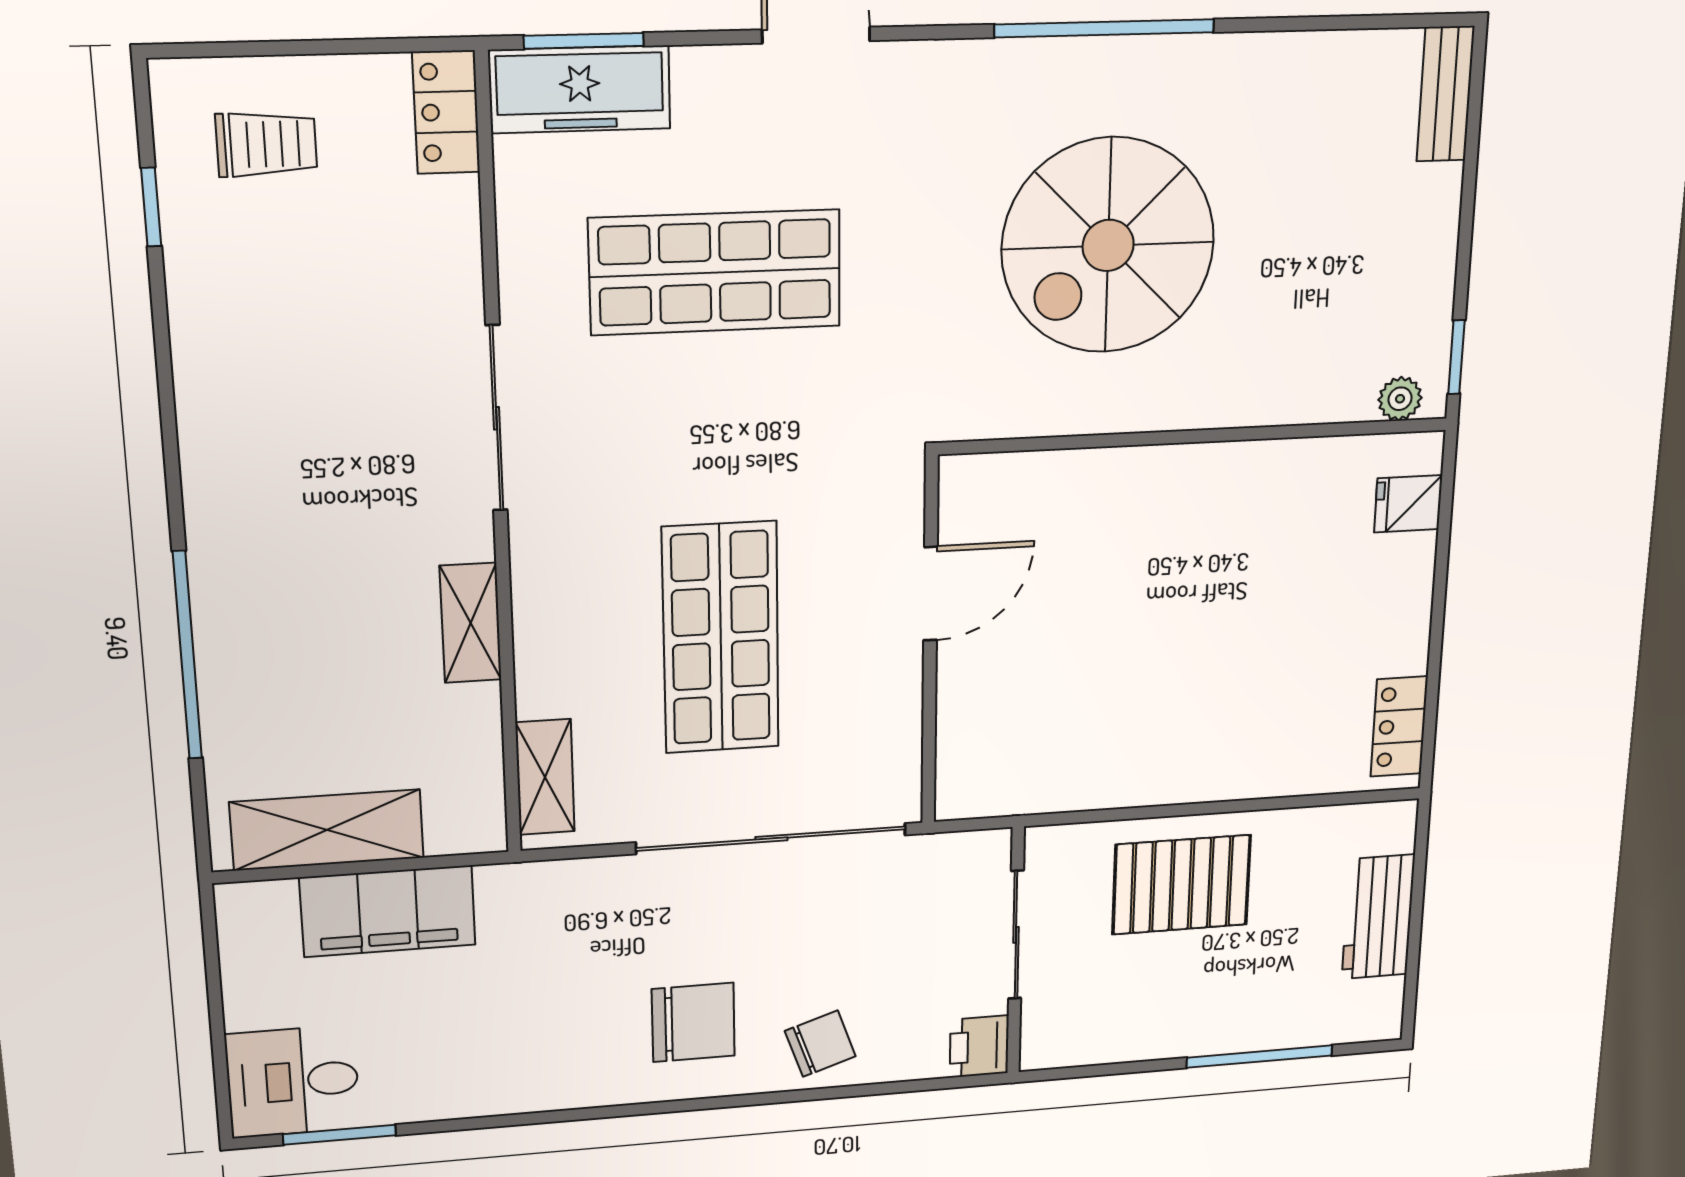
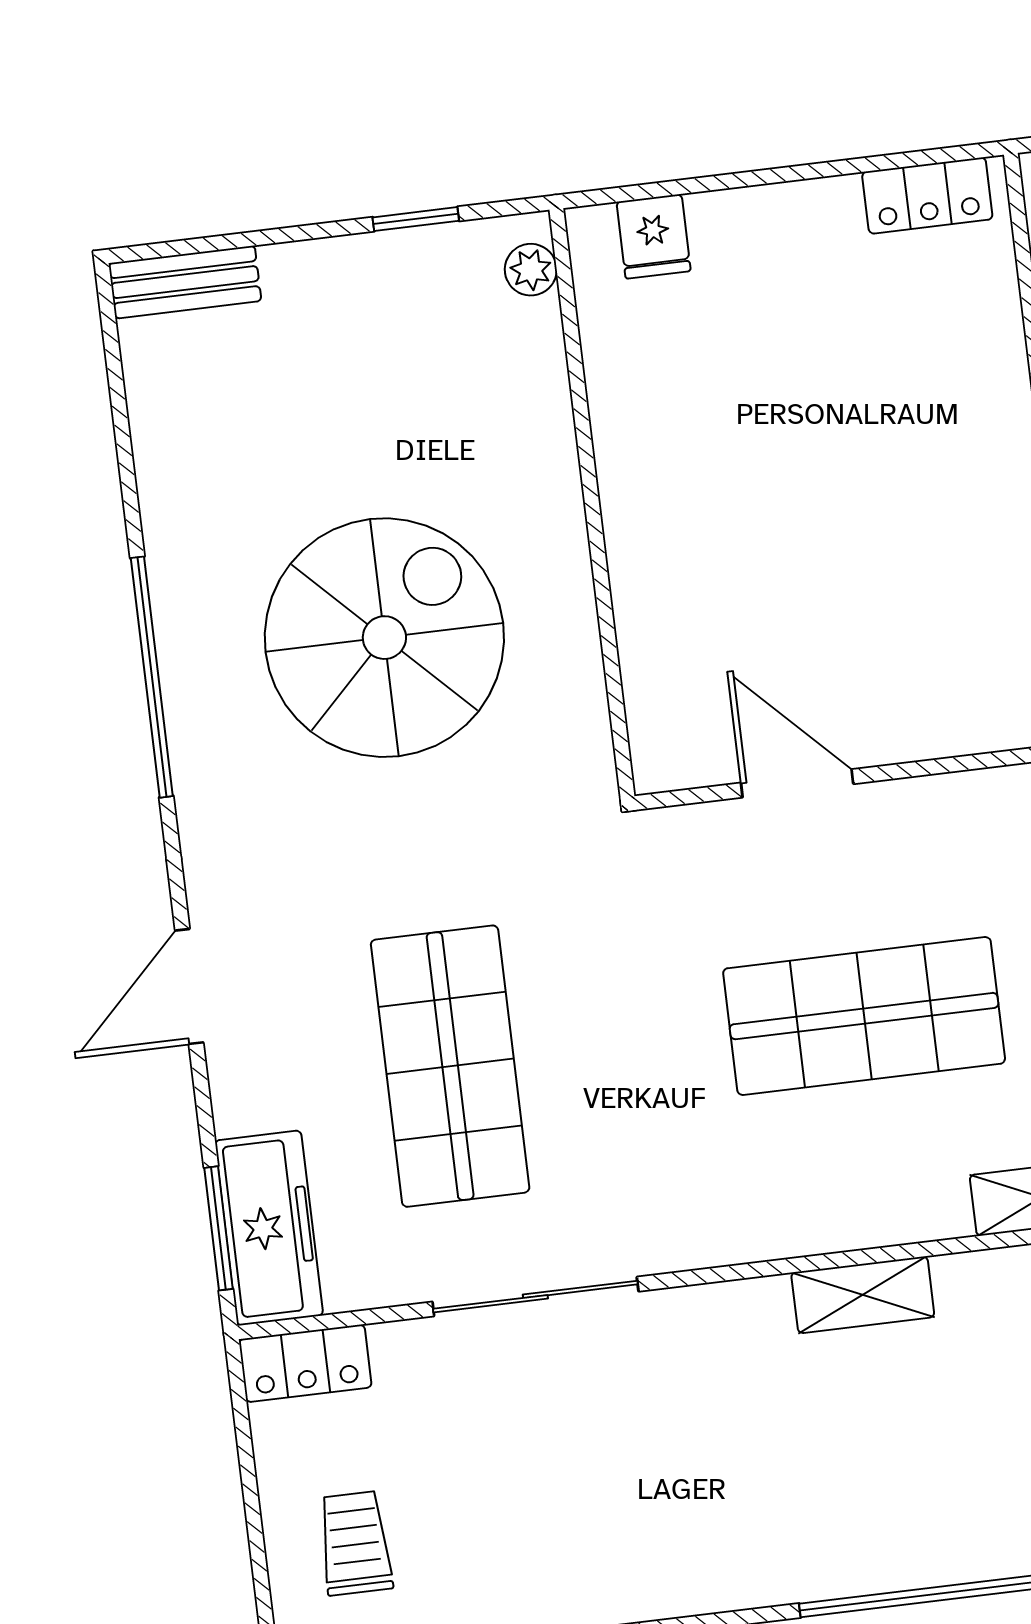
spiral stairs: (1108, 245) -> (384, 638), turned -90
window: (1456, 357) -> (416, 219), moved
sliding door: (496, 418) -> (535, 1297), moved

